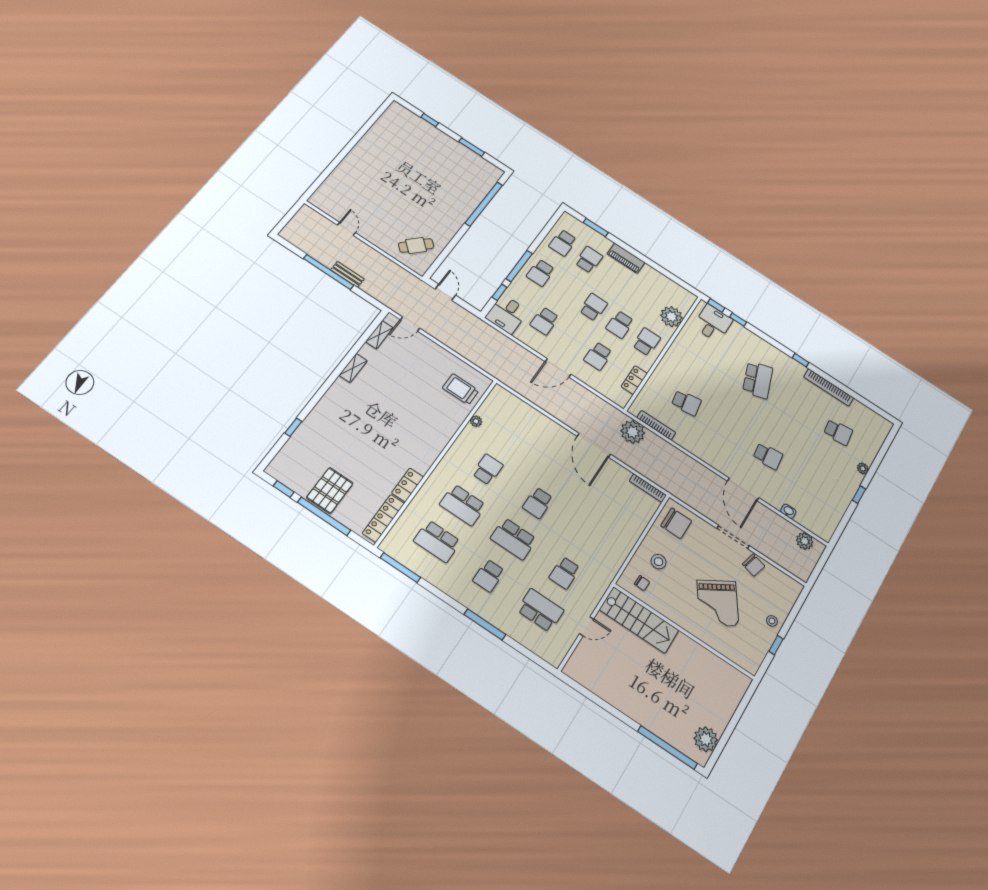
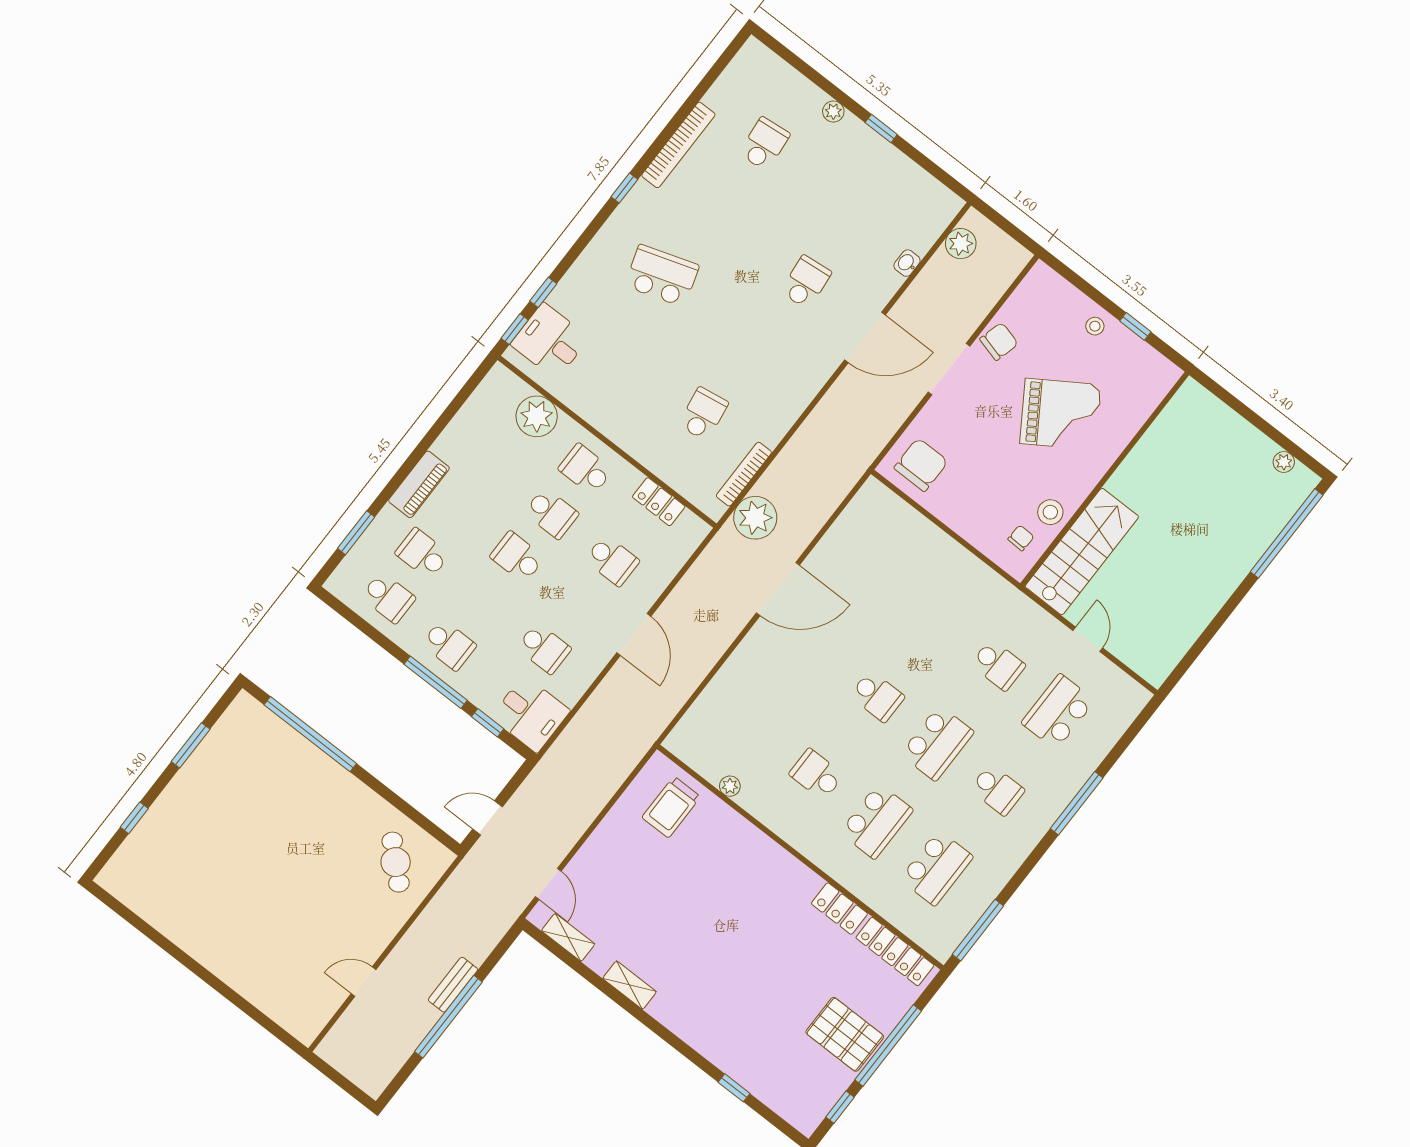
bookcase: (648, 488) -> (857, 505), removed
stool: (659, 562) -> (1050, 512), moved
plant: (706, 739) -> (1284, 462), width x0.53, depth x0.53

